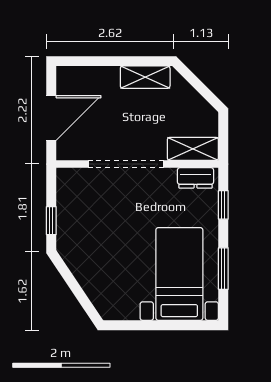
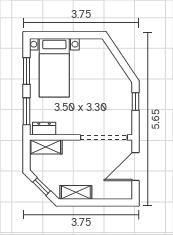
window: (199, 86) -> (42, 187), added
doorway: (126, 164) -> (104, 137), moved
window: (223, 205) -> (26, 111), width x1.50

